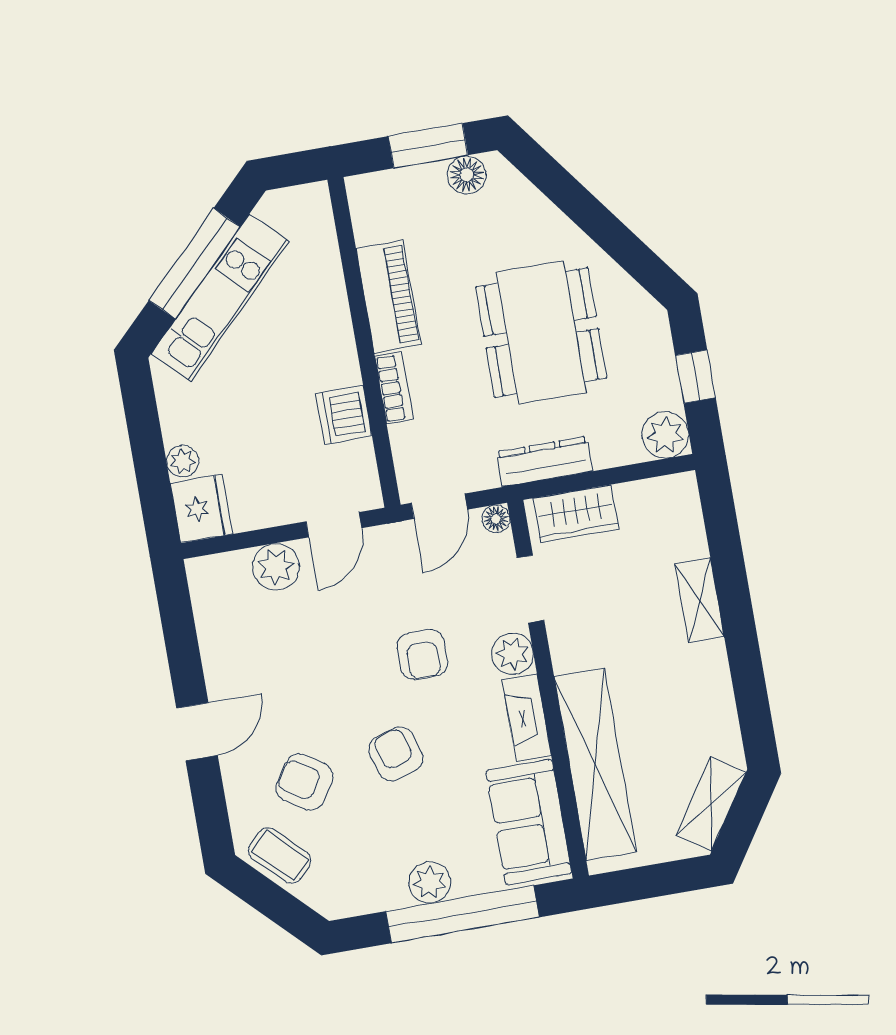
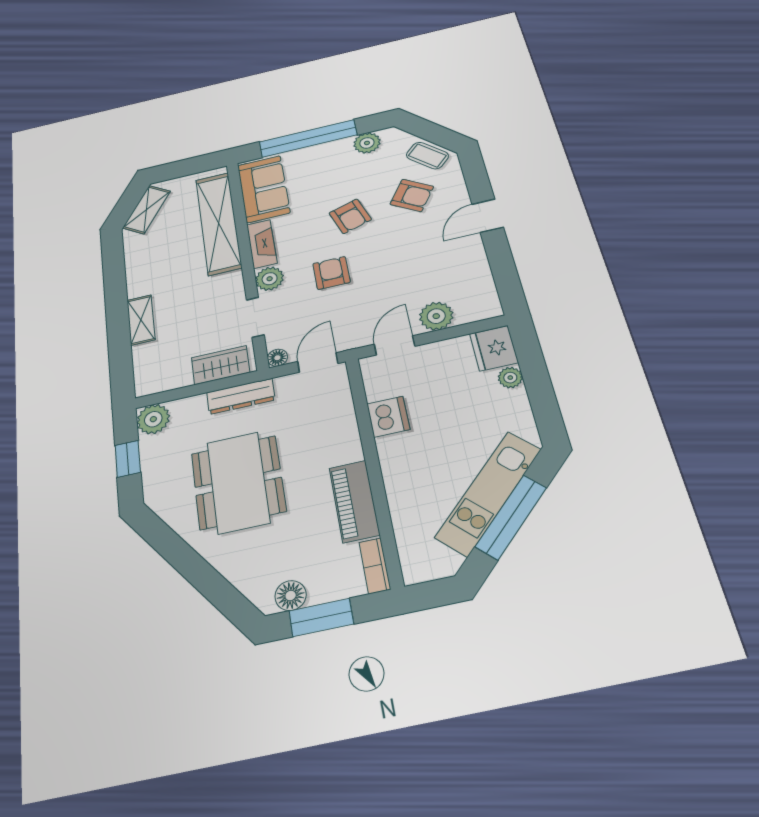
bookcase: (394, 388) -> (375, 566), moved
plant: (430, 882) -> (367, 143), moved

